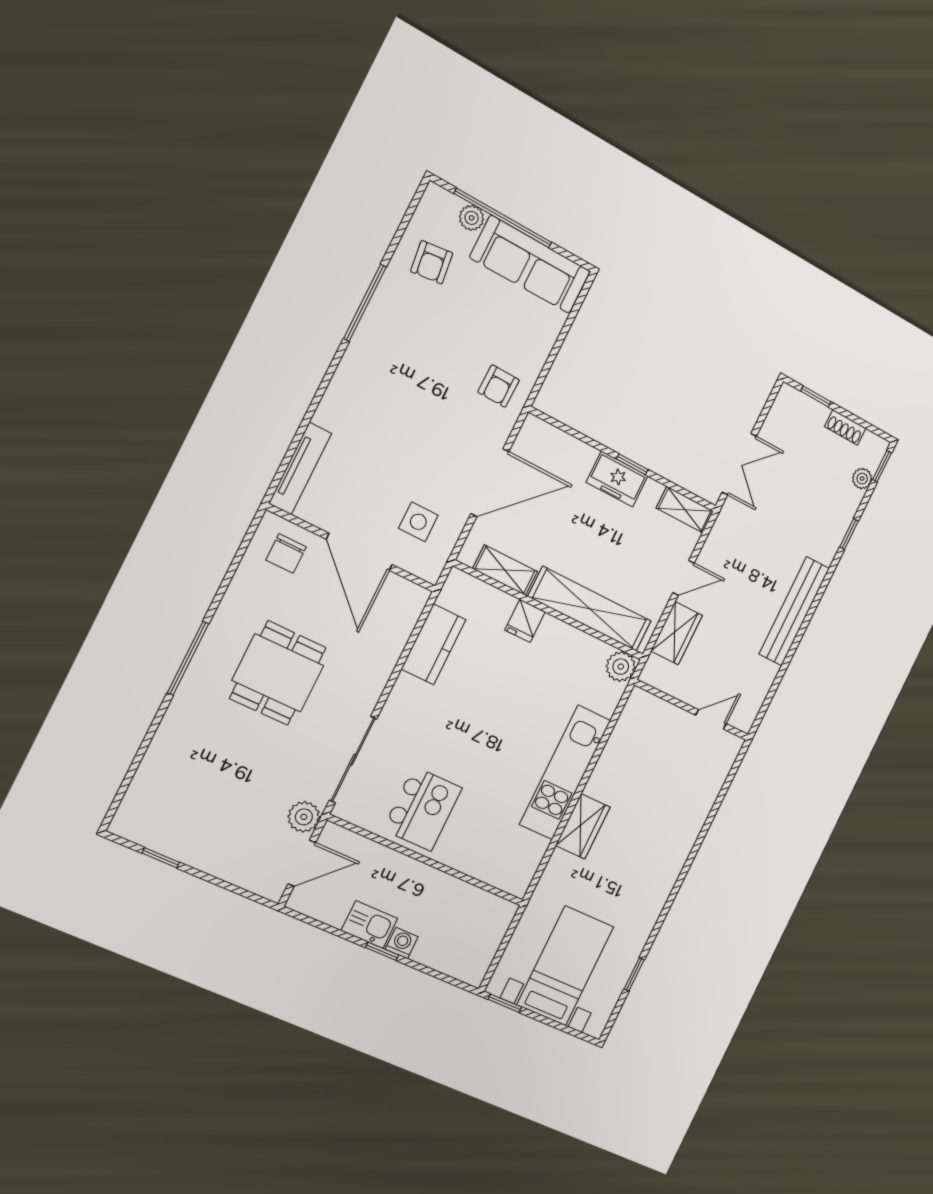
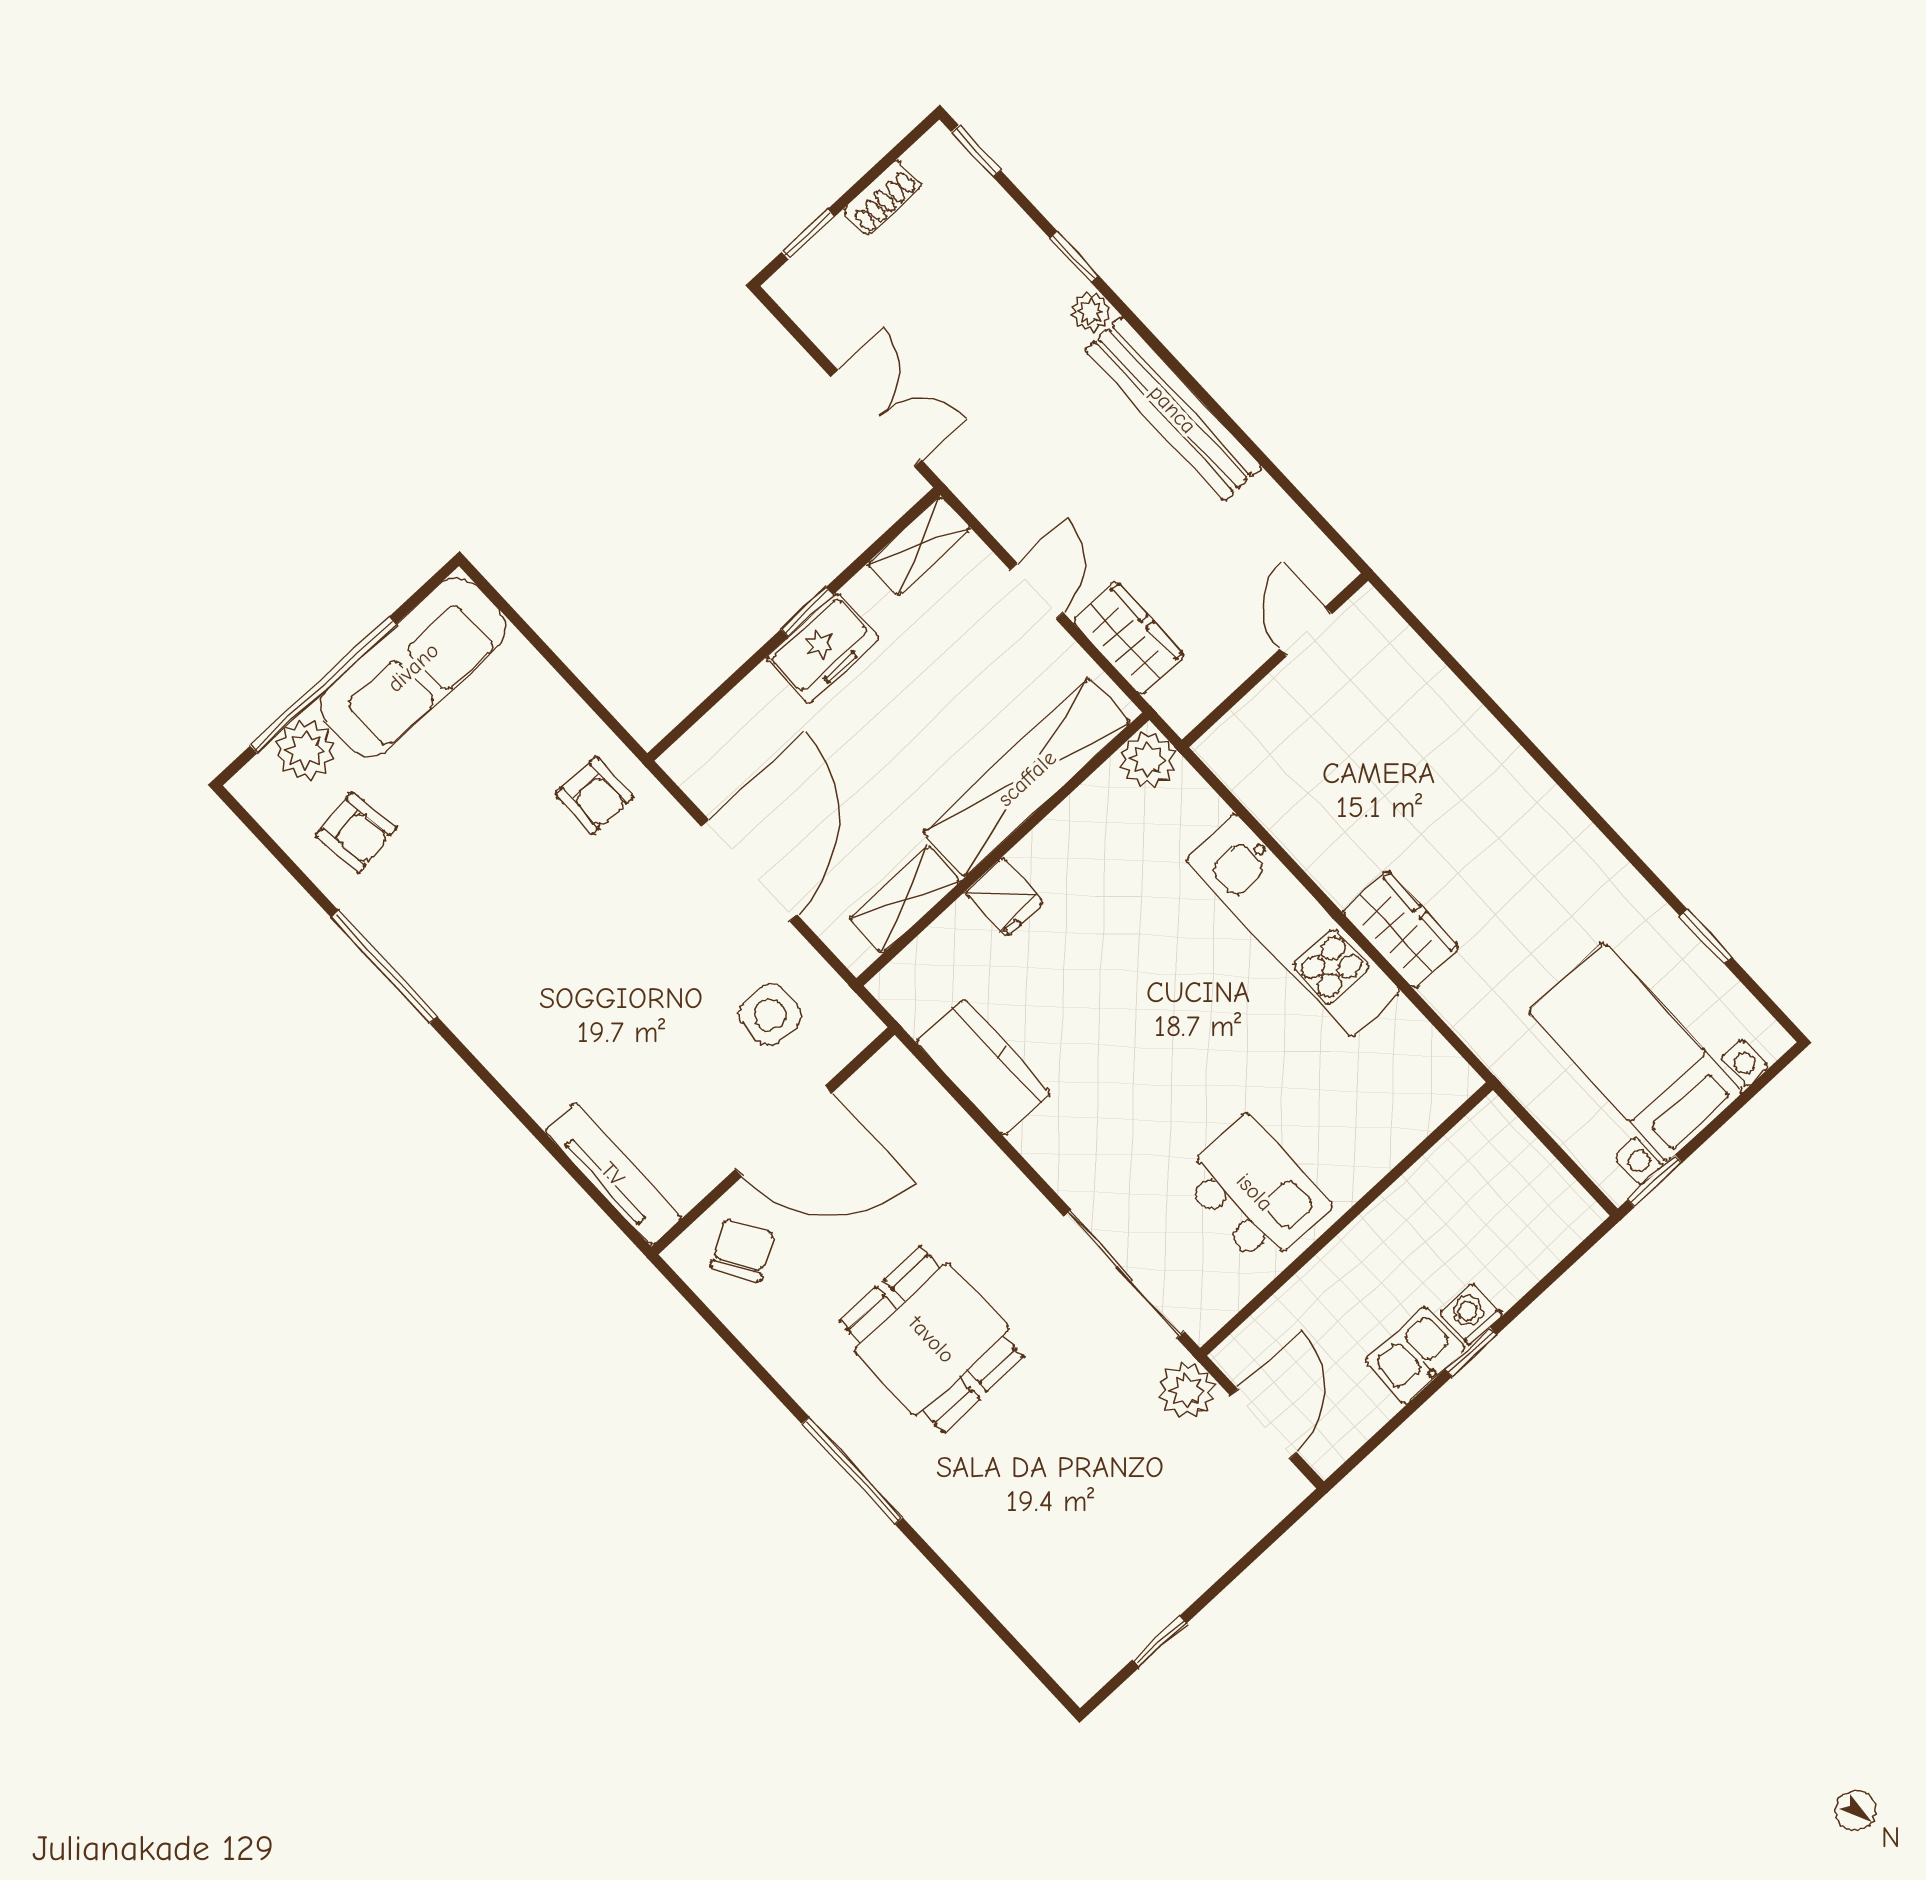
plant: (472, 218) -> (305, 750), width x1.38, depth x1.38
plant: (862, 479) -> (1091, 312), moved
chair: (286, 554) -> (742, 1250), turned -121

